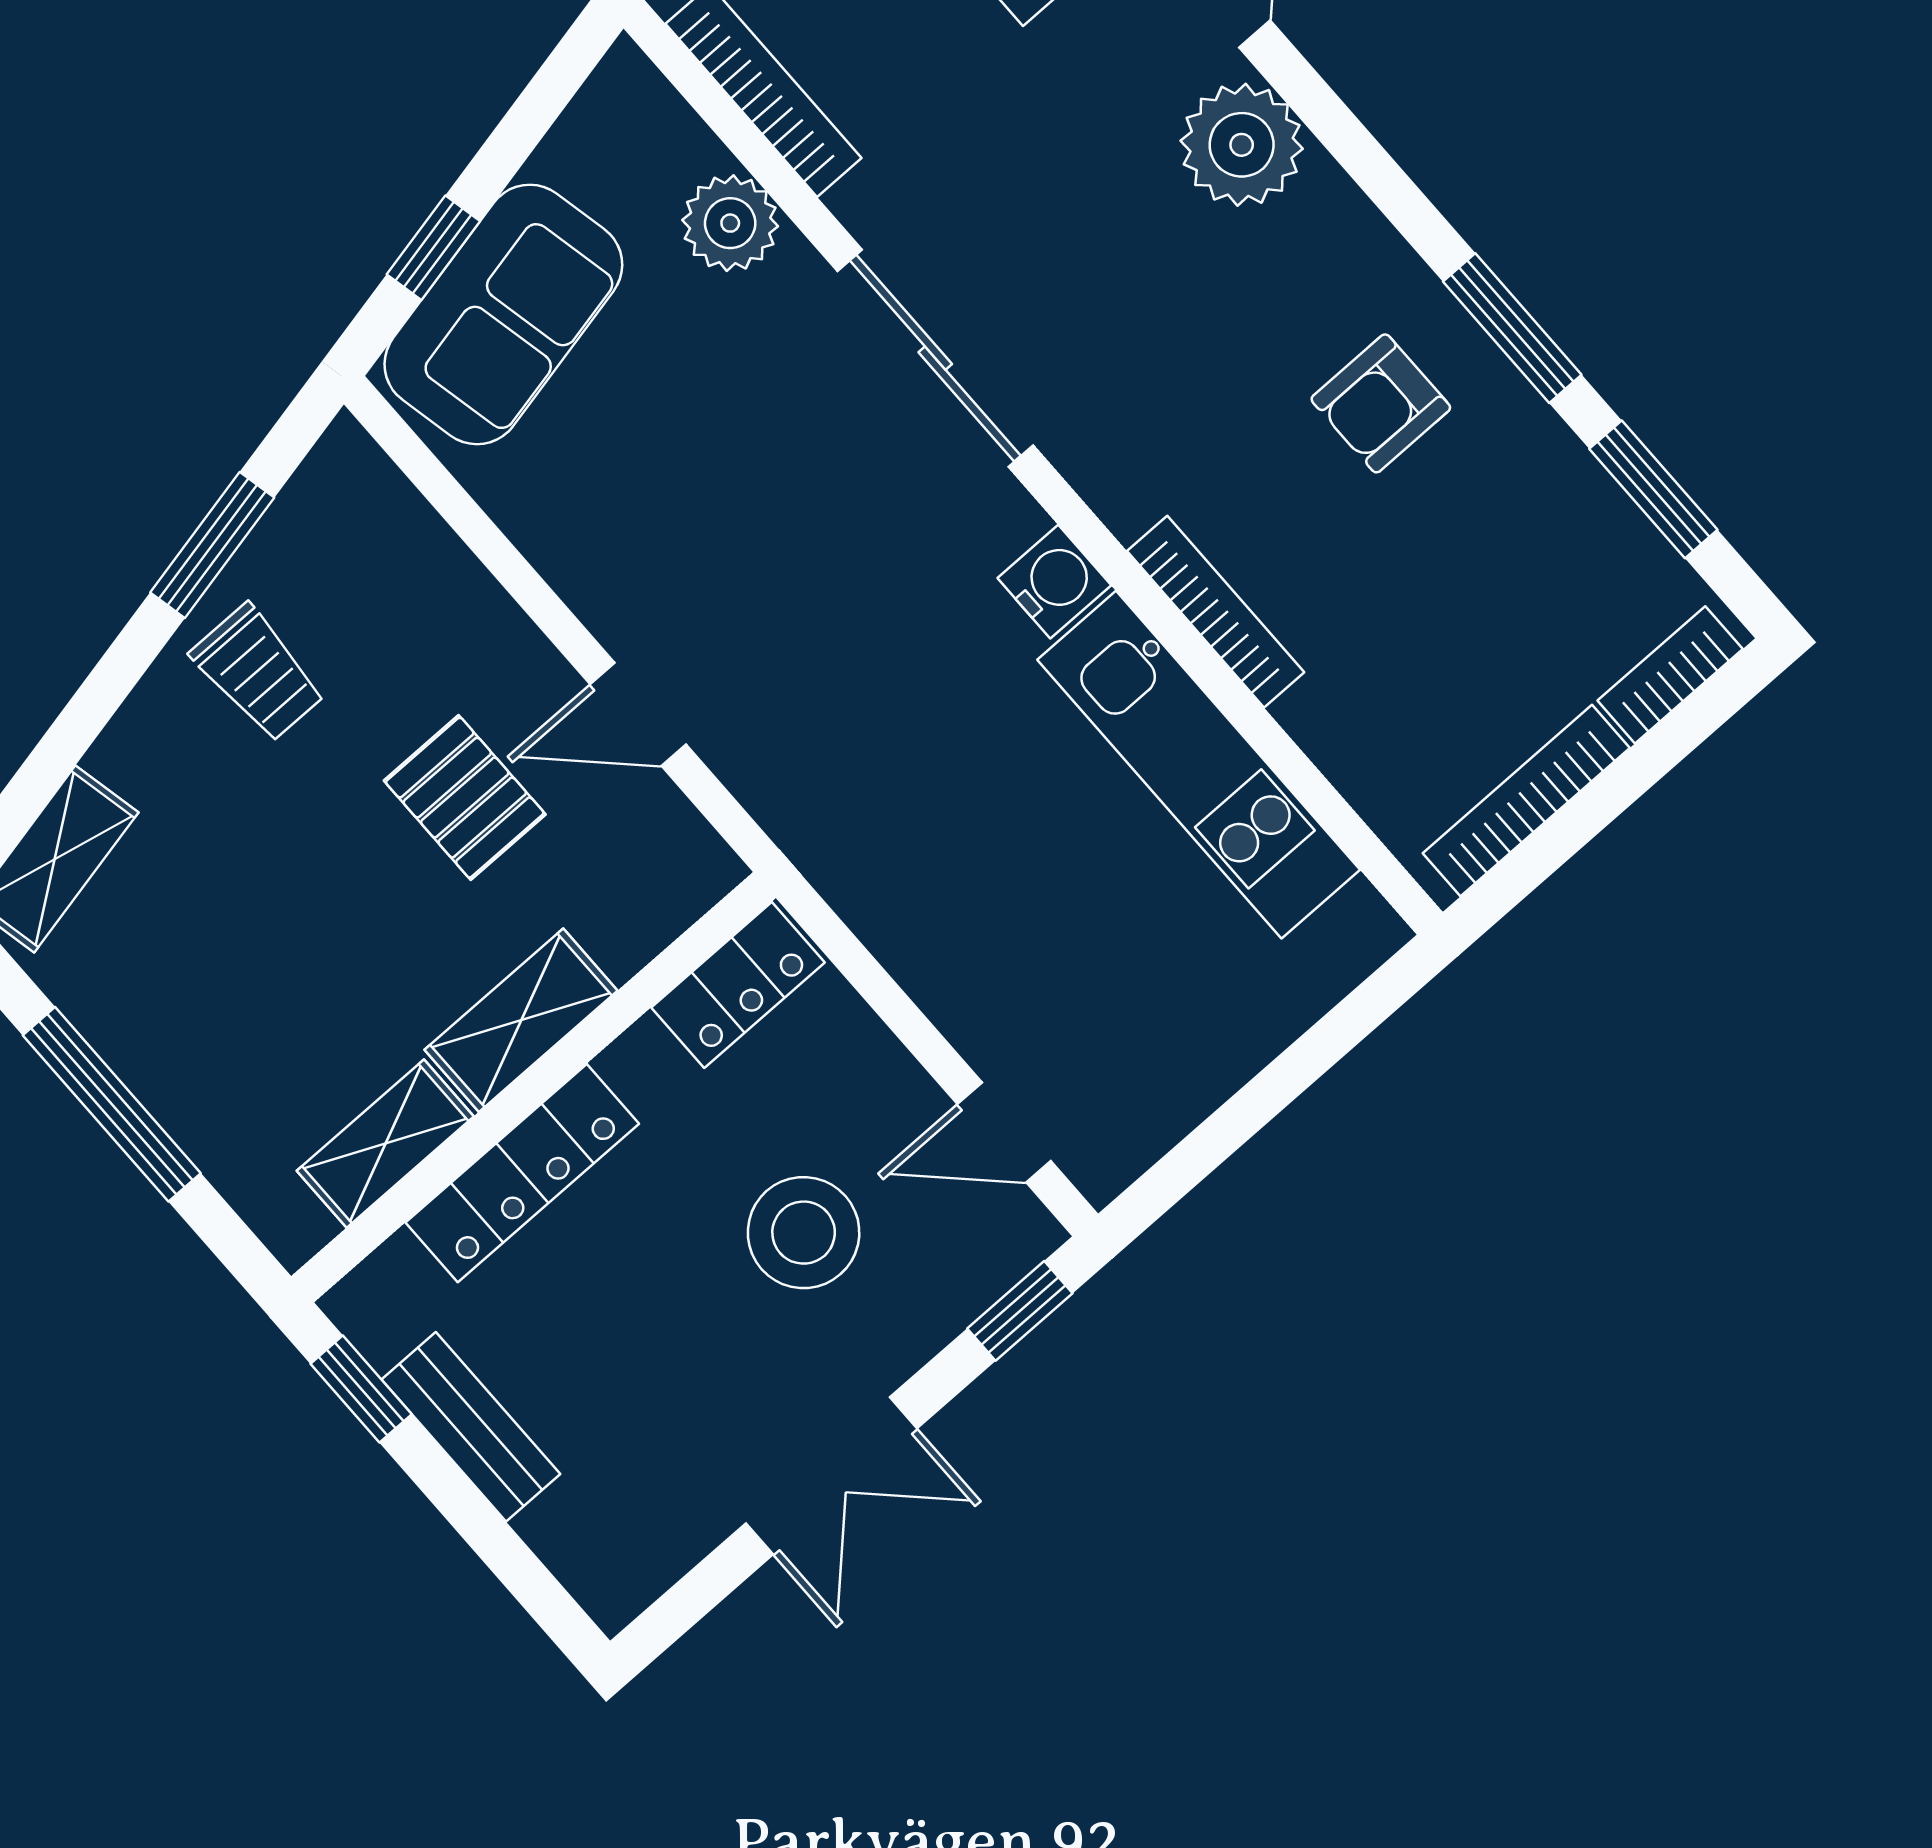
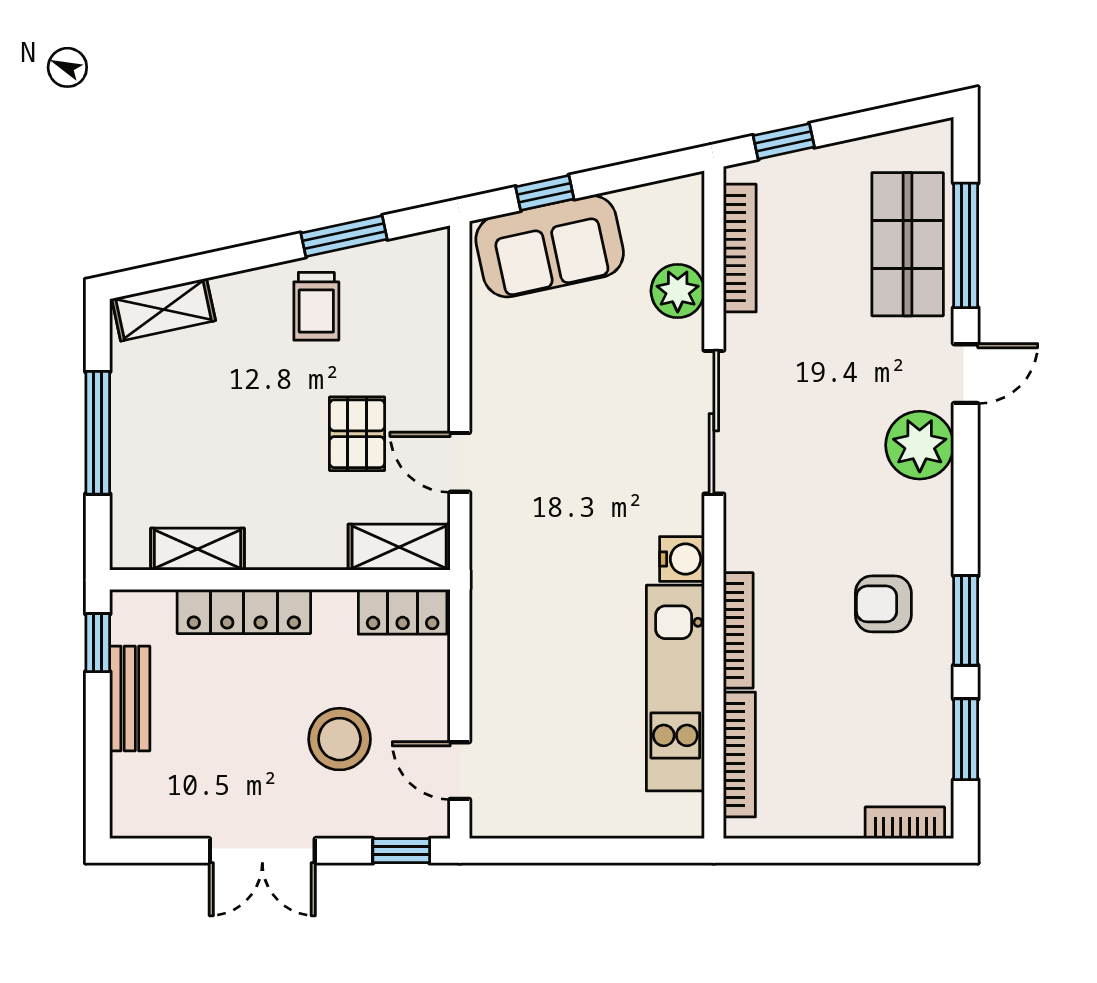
bookcase: (1526, 801) -> (739, 754), moved, turned 90
shelving: (521, 1020) -> (399, 547), moved

